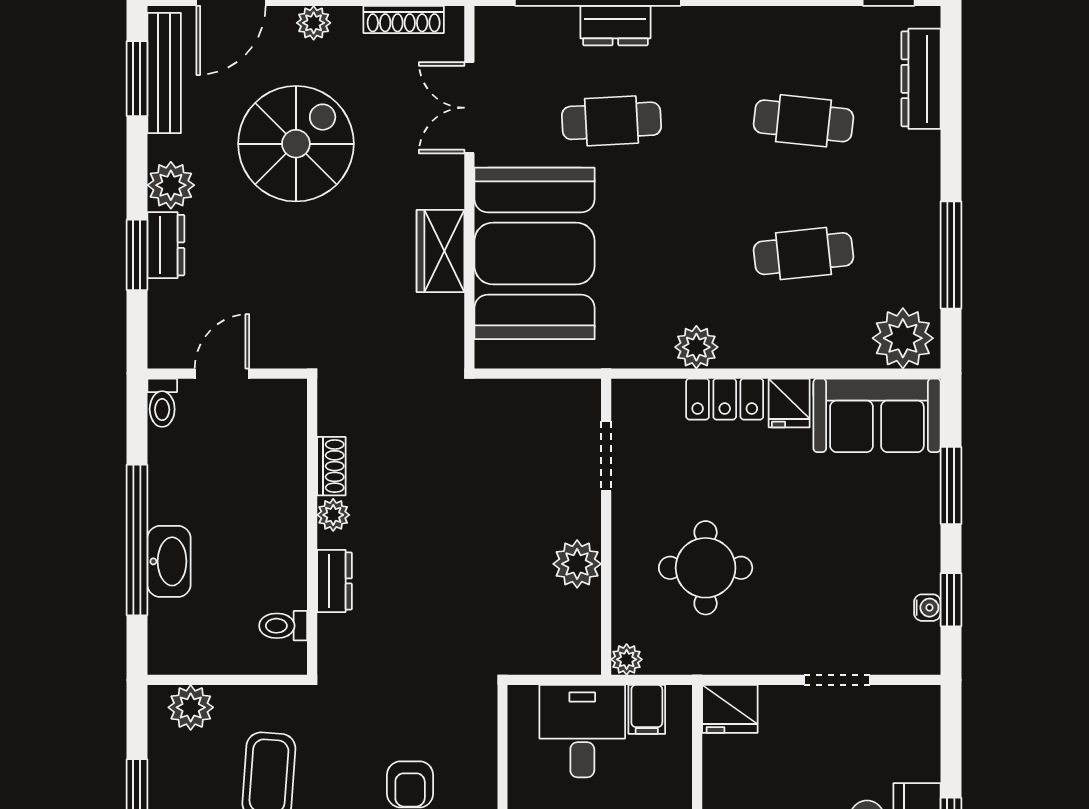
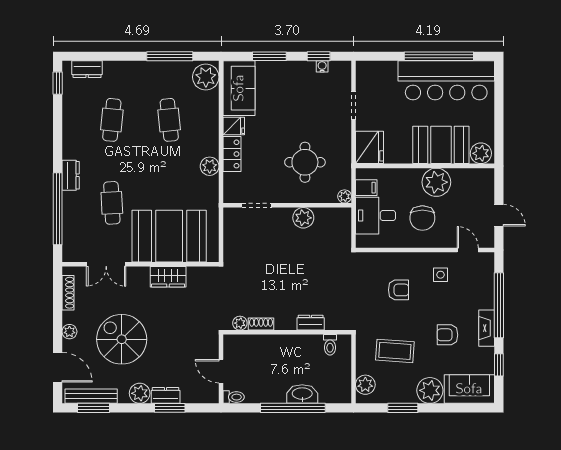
dresser: (615, 26) -> (71, 175), moved
dresser: (921, 79) -> (87, 69), width x0.70
plant: (333, 515) -> (240, 323), moved
fridge: (730, 709) -> (369, 147), width x1.36, depth x1.34

